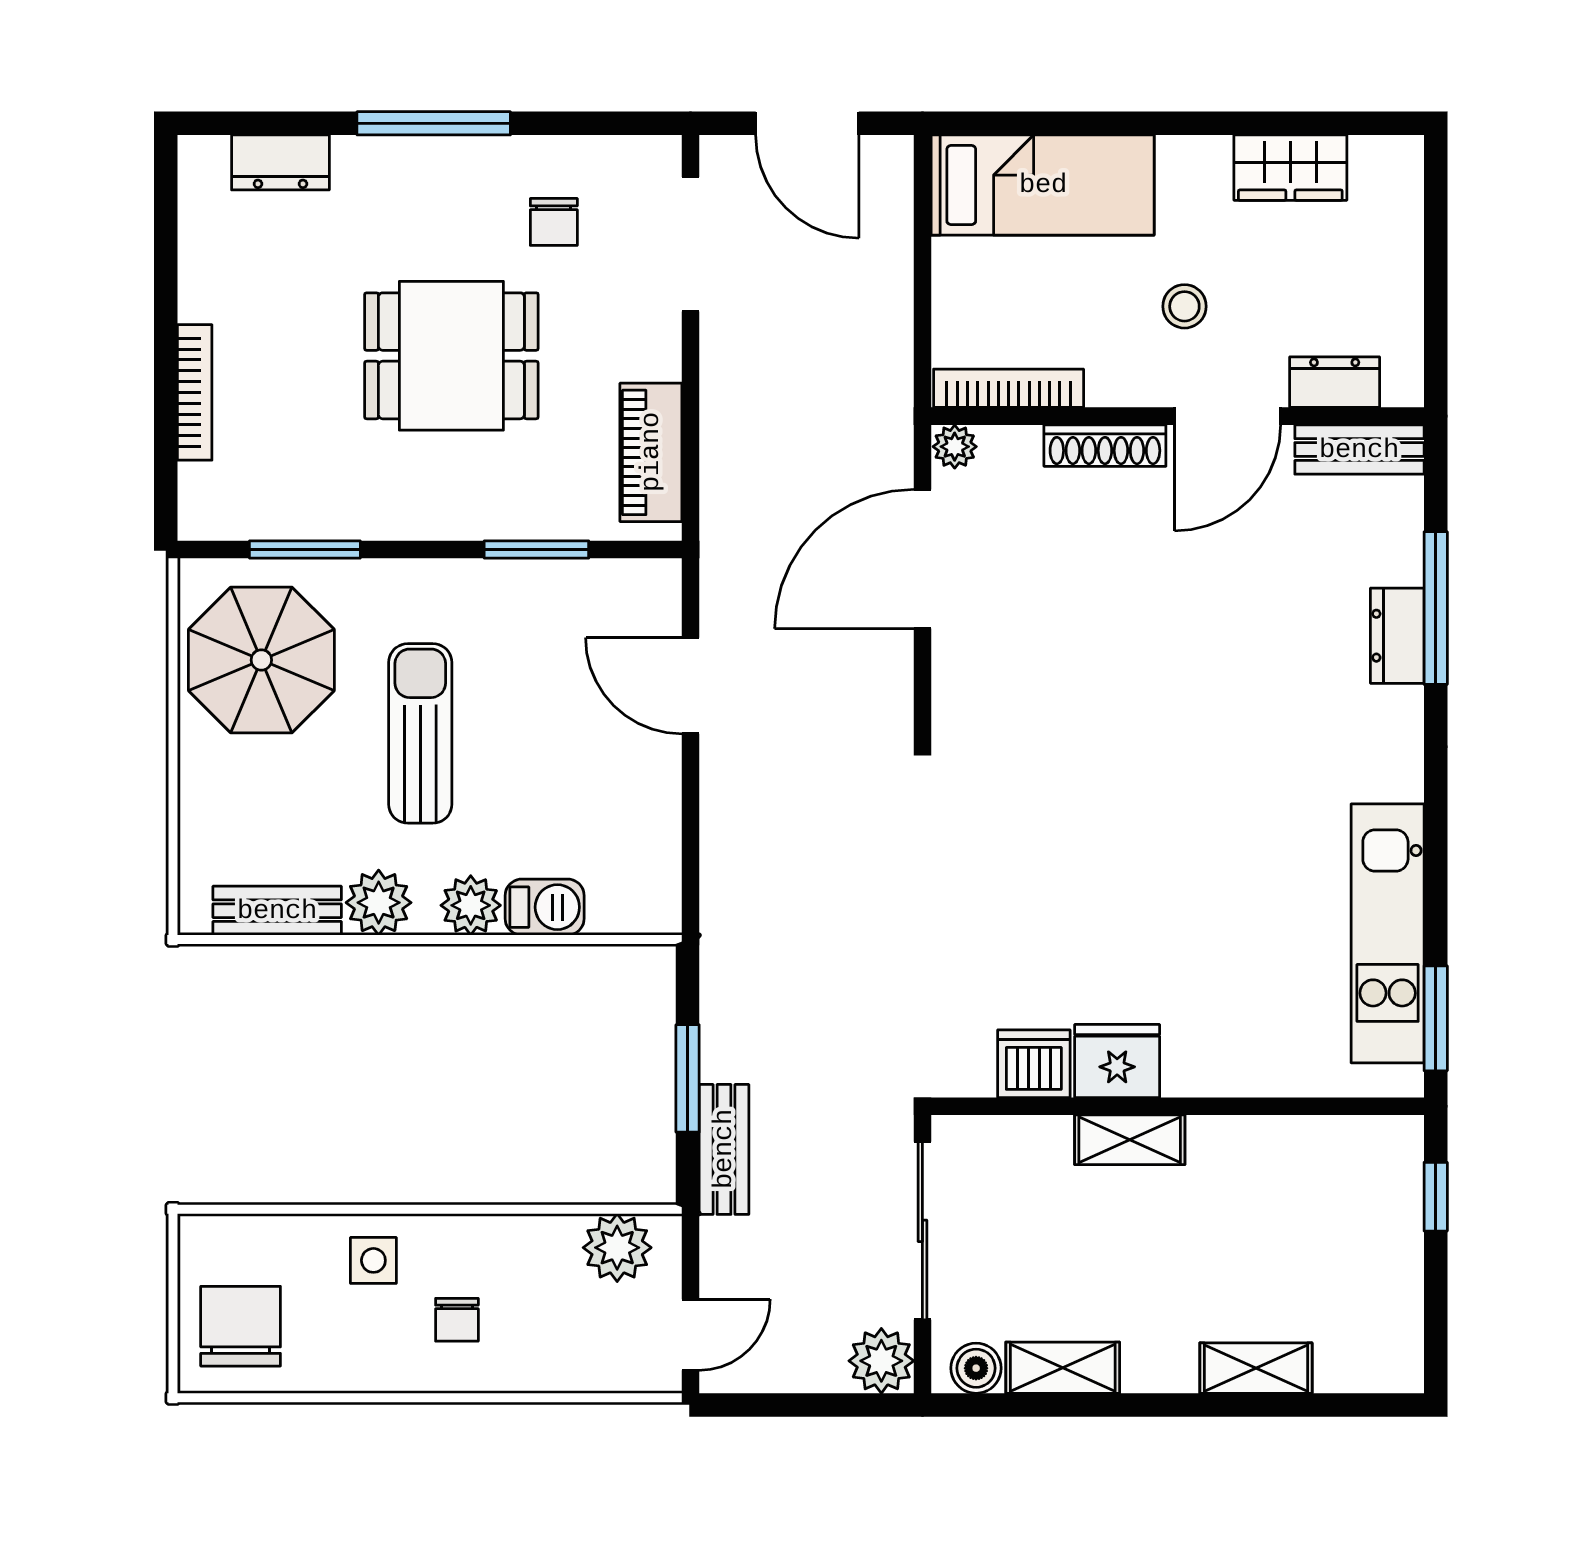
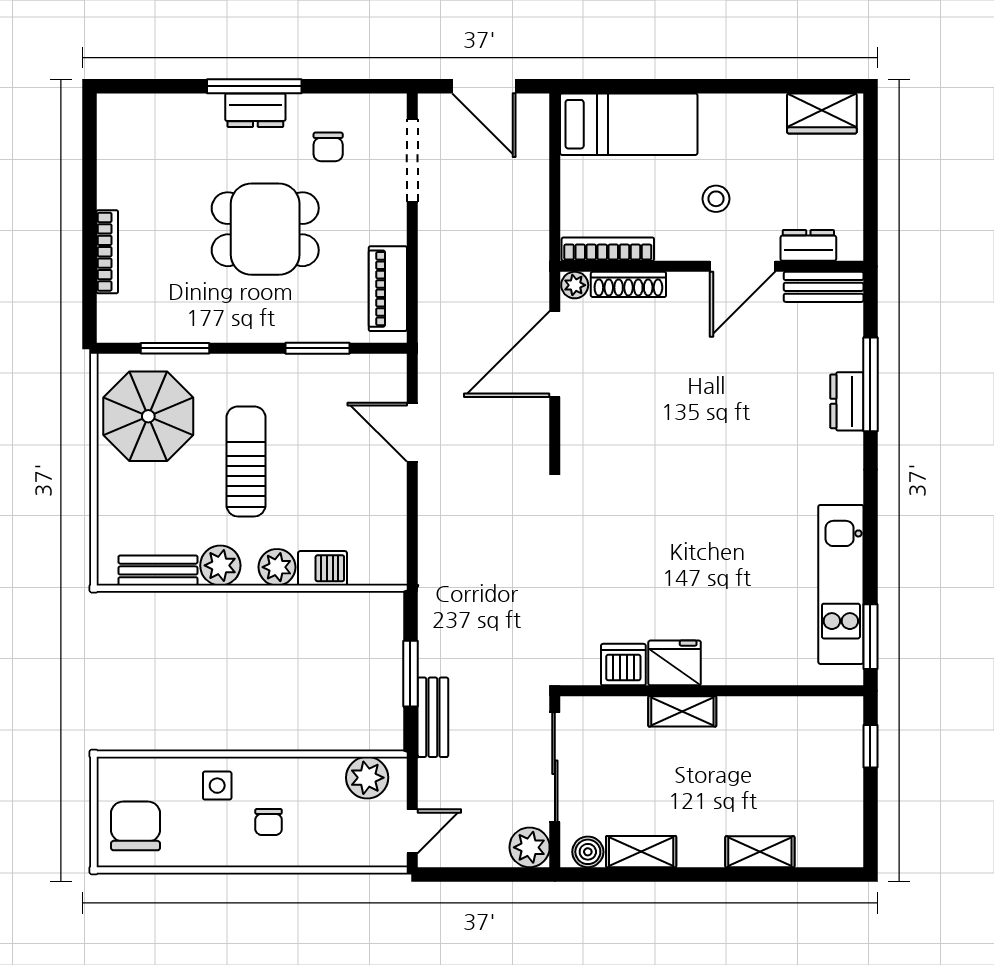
dresser: (280, 162) -> (255, 110), moved
wardrobe: (1290, 168) -> (822, 113), moved
shoe rack: (1105, 446) -> (628, 284), moved

